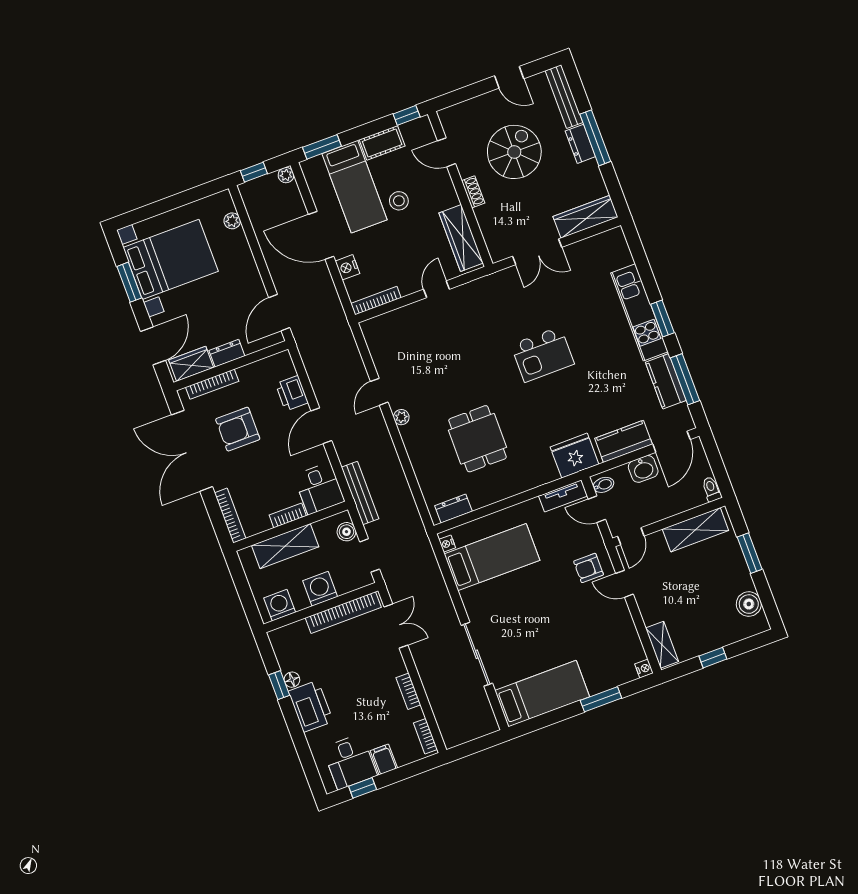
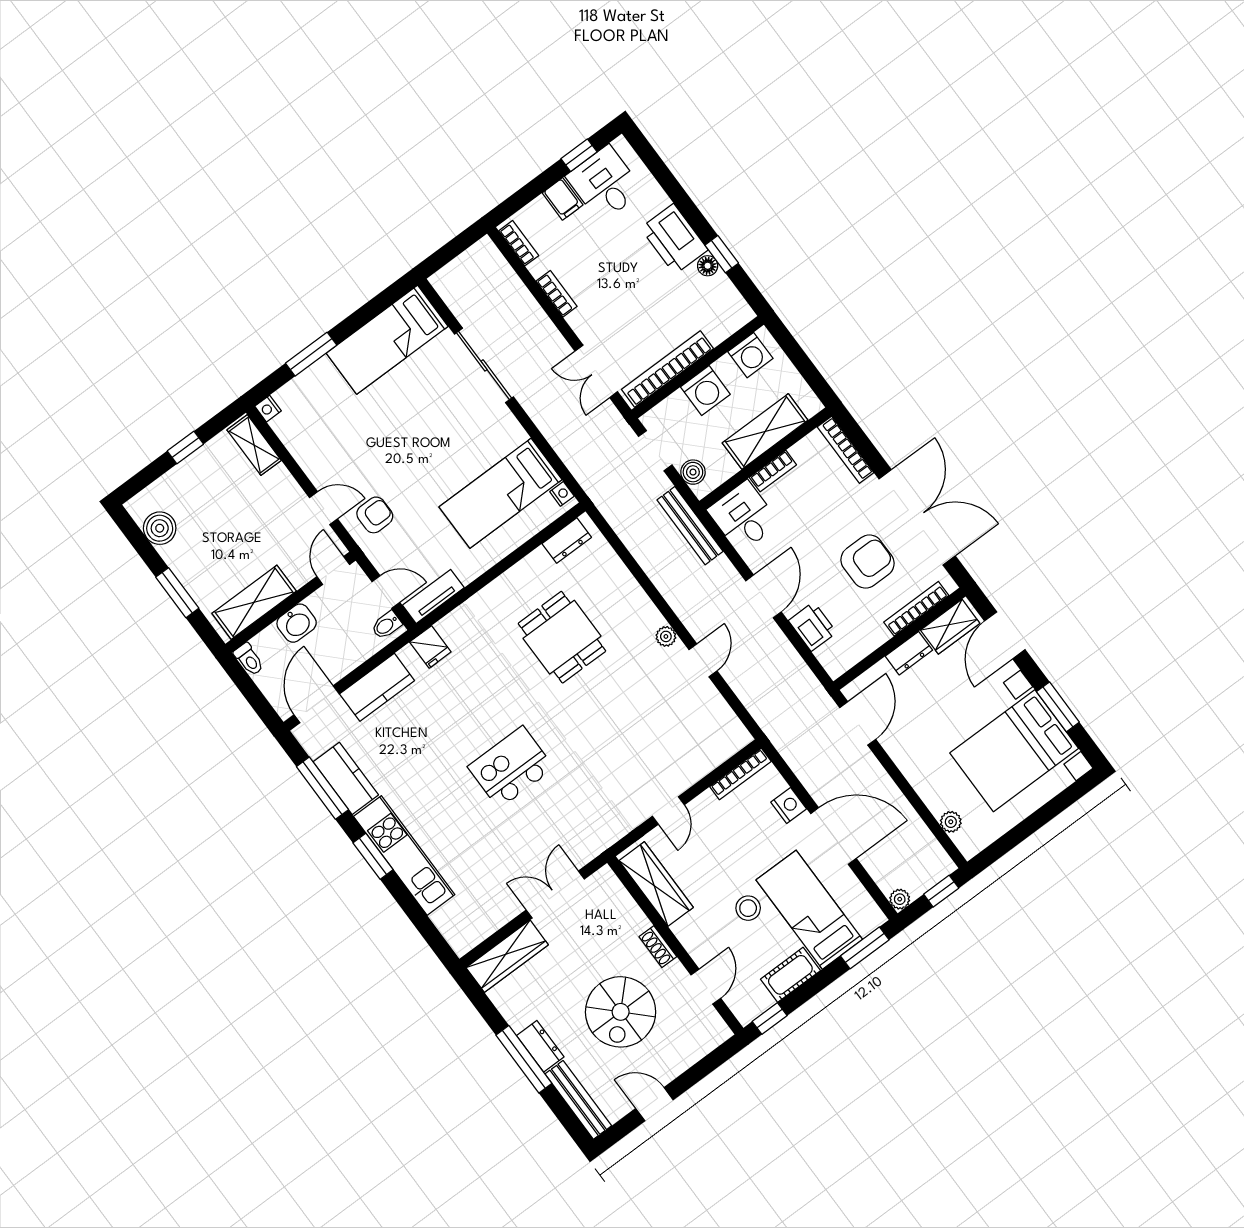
door: (446, 152) -> (706, 987), hinge flipped
fridge: (574, 456) -> (430, 647), width x0.53, depth x0.75
washbasin: (643, 469) -> (297, 623), moved, turned 180

